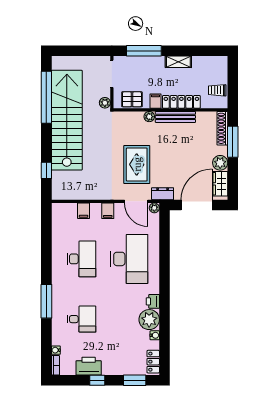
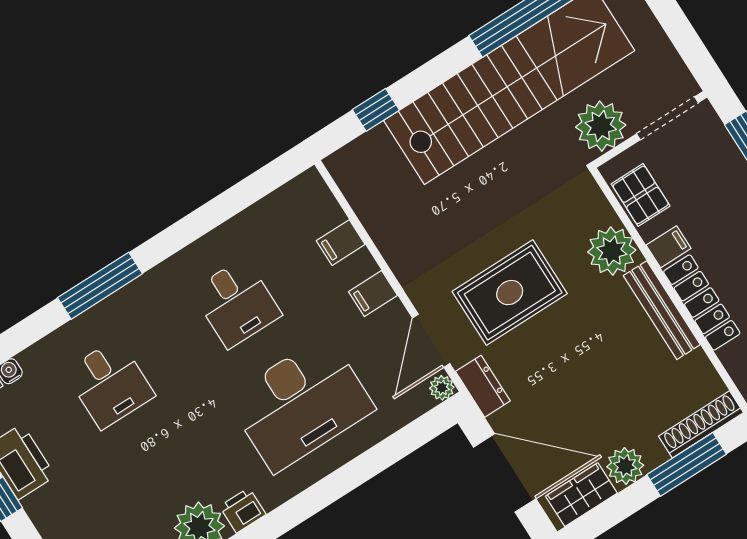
plant: (105, 103) -> (601, 126), width x1.88, depth x1.88
plant: (149, 117) -> (612, 251), width x1.88, depth x1.88
desk: (82, 259) -> (236, 303), width x0.73

